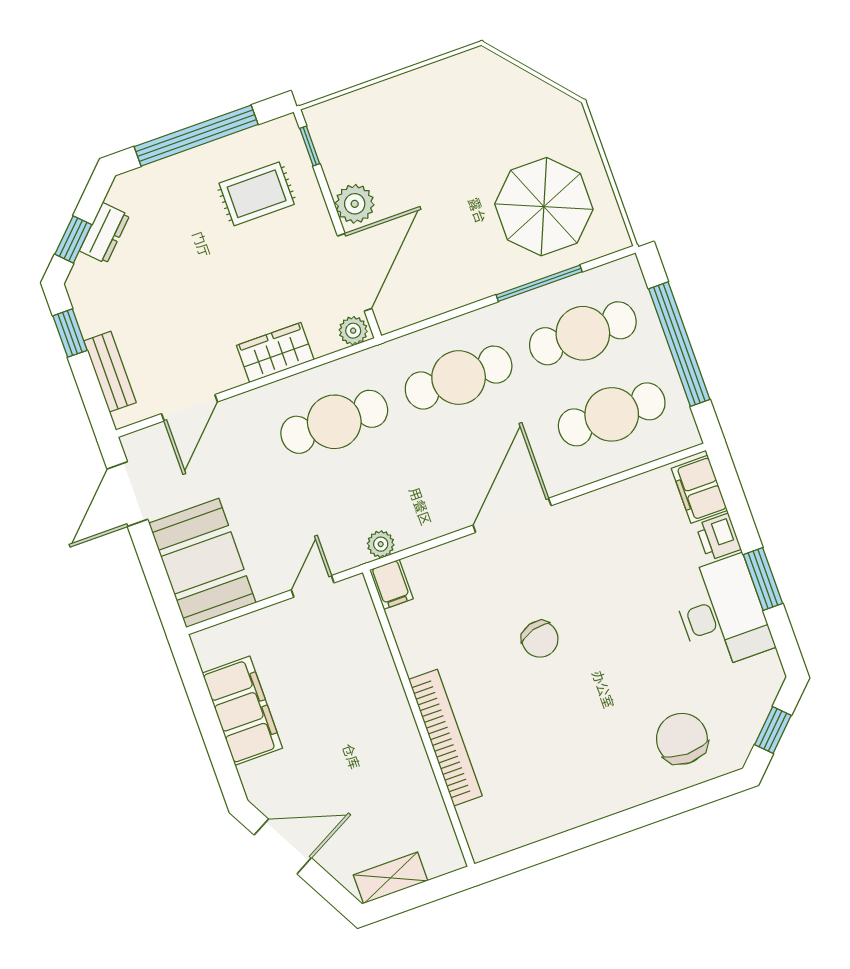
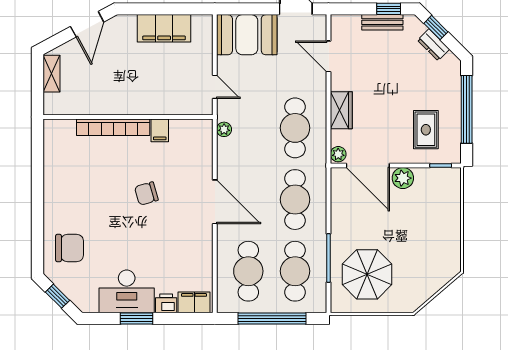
bench: (110, 372) -> (382, 22), moved
filing cabinet: (391, 584) -> (160, 130), moved, turned -90

